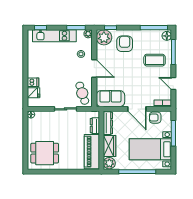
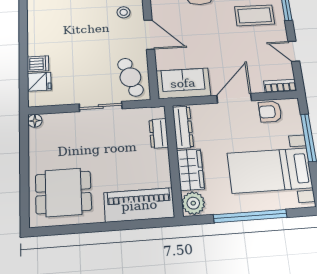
door: (137, 109) -> (234, 98), swing flipped
piano: (92, 152) -> (139, 205), moved, turned 90

